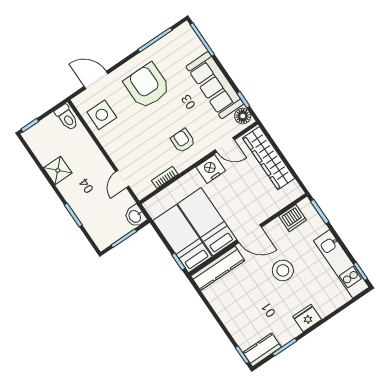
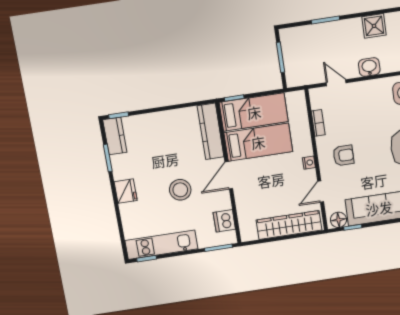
nightstand: (211, 169) -> (309, 163), width x0.53, depth x0.56
washbasin: (135, 216) -> (369, 67), moved

